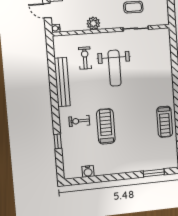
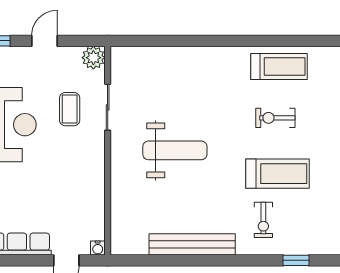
plant: (93, 23) -> (93, 58), moved
exercise bike: (85, 58) -> (275, 118), moved
treadmill: (106, 126) -> (277, 174), turned 180

